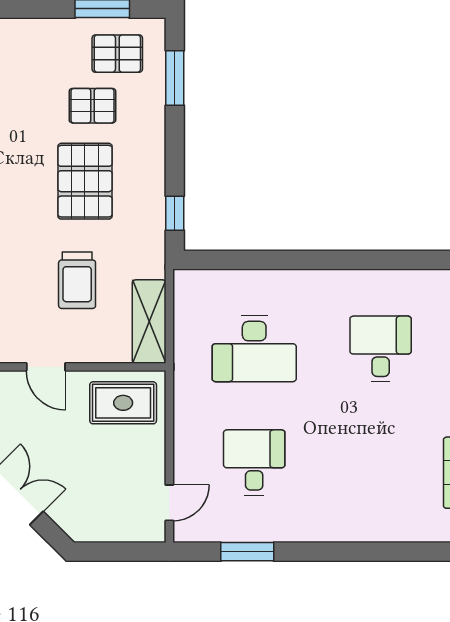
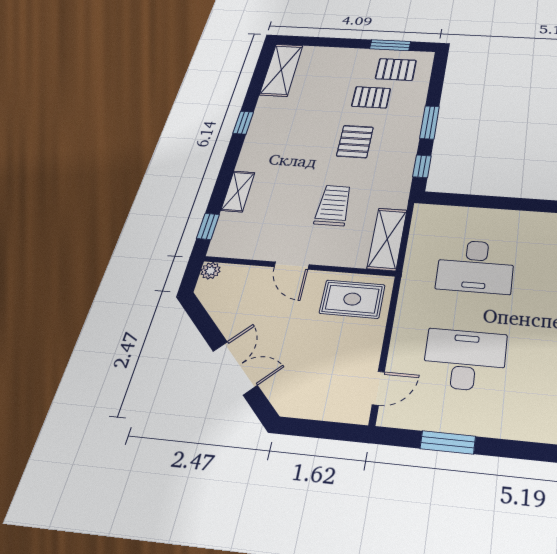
window: (175, 78) -> (430, 122), moved
pallet: (85, 181) -> (355, 142), width x0.67, depth x0.71
trolley: (77, 280) -> (333, 205), turned 180
desk: (254, 463) -> (465, 360), width x1.37

